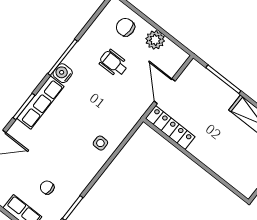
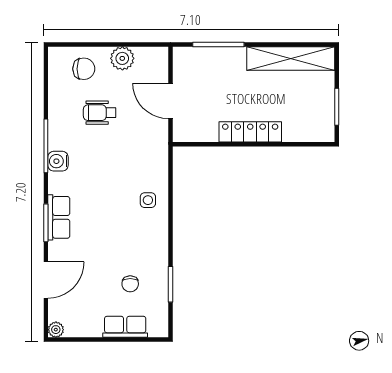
chair: (125, 27) -> (84, 69), turned 180
row of seats: (40, 102) -> (59, 217), width x0.68
locker: (170, 128) -> (250, 132), moved
chair: (47, 187) -> (130, 284), turned -90

